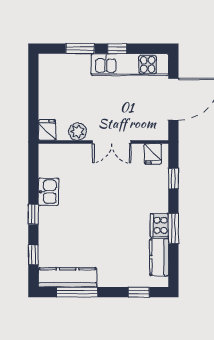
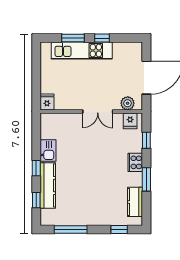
kitchen unit: (130, 64) -> (82, 51), moved
plant: (78, 132) -> (128, 103), moved
cooker: (159, 225) -> (135, 162), moved
kitchen counter: (68, 277) -> (48, 185), moved, turned 90

